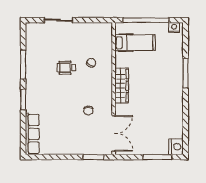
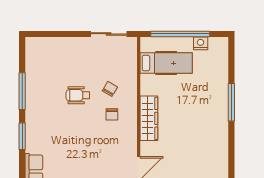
sliding door: (58, 20) -> (109, 34), moved
nightstand: (174, 27) -> (201, 43), moved
chair: (88, 111) -> (112, 114), moved

